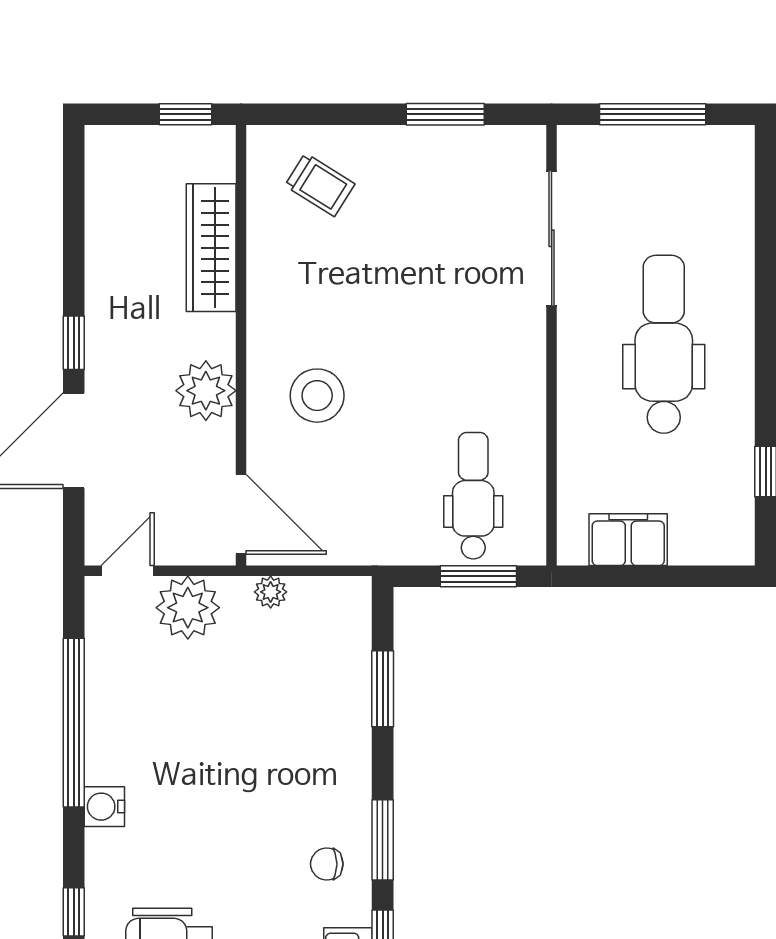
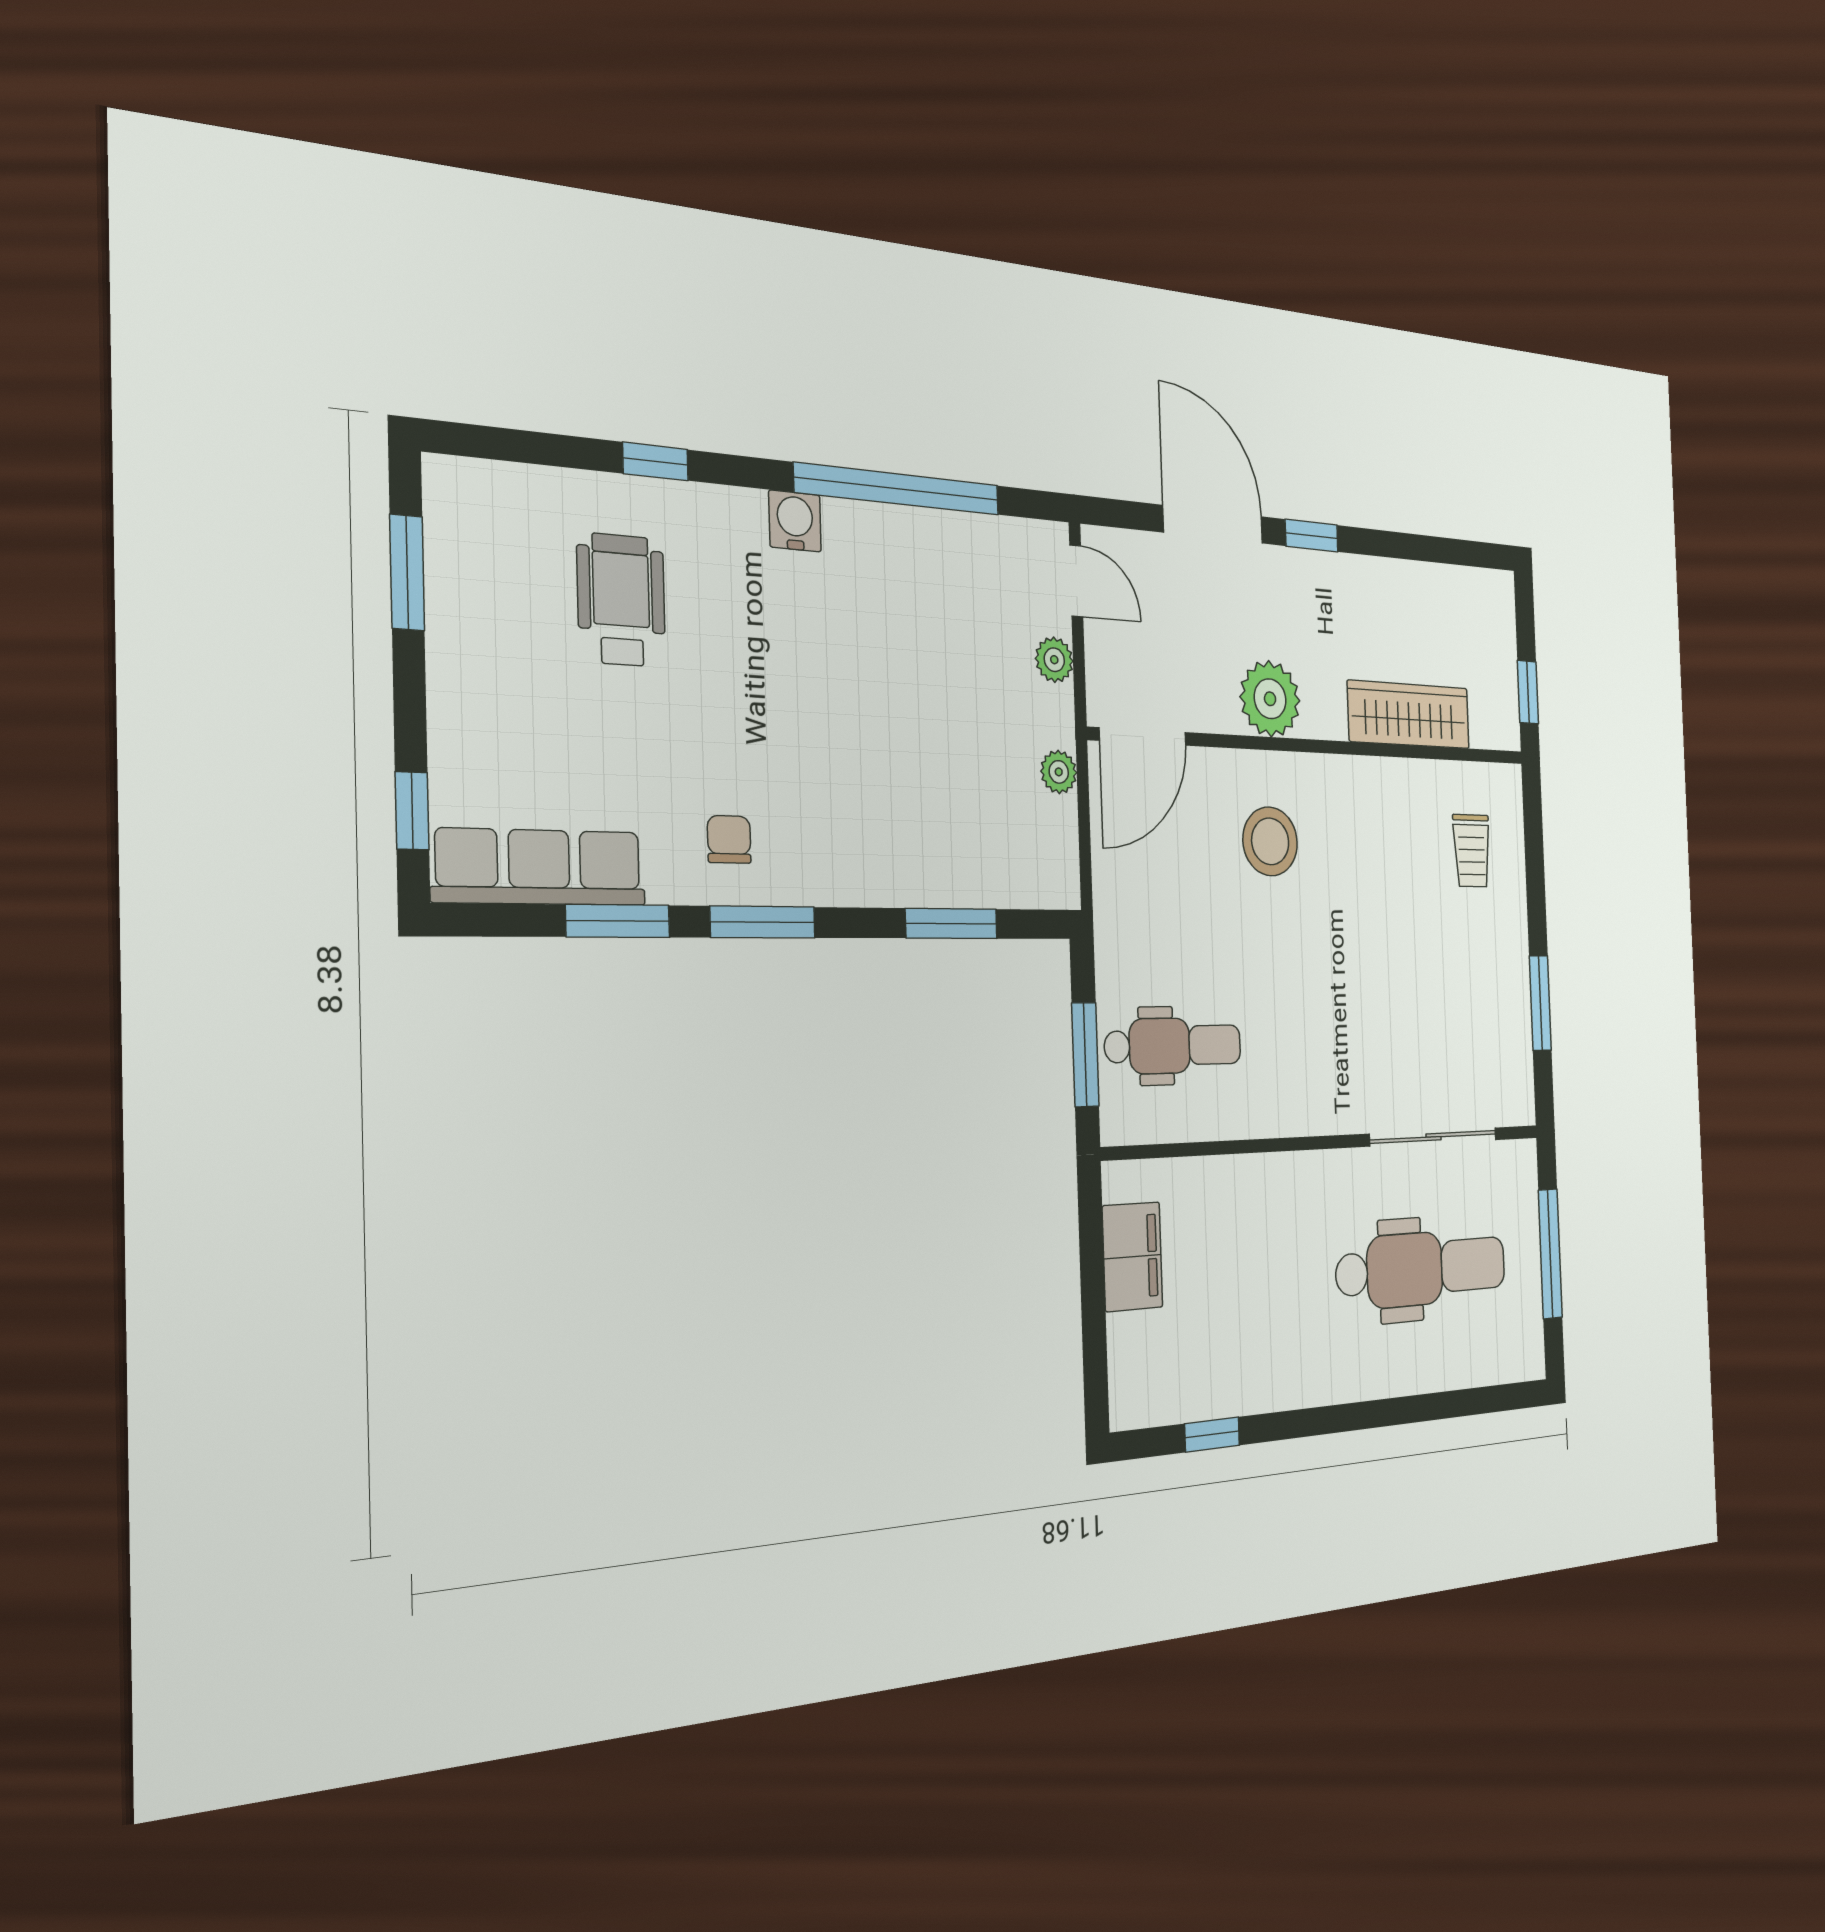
trolley: (320, 185) -> (1472, 851), turned -32
dental chair: (664, 344) -> (1422, 1269), moved
plant: (188, 608) -> (1054, 660), width x0.53, depth x0.53

